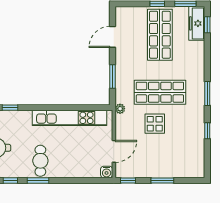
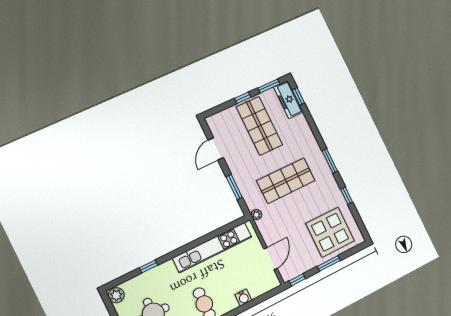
display table: (155, 124) -> (330, 232), moved, width x1.86, depth x1.86
water cooler: (107, 172) -> (243, 297), moved

